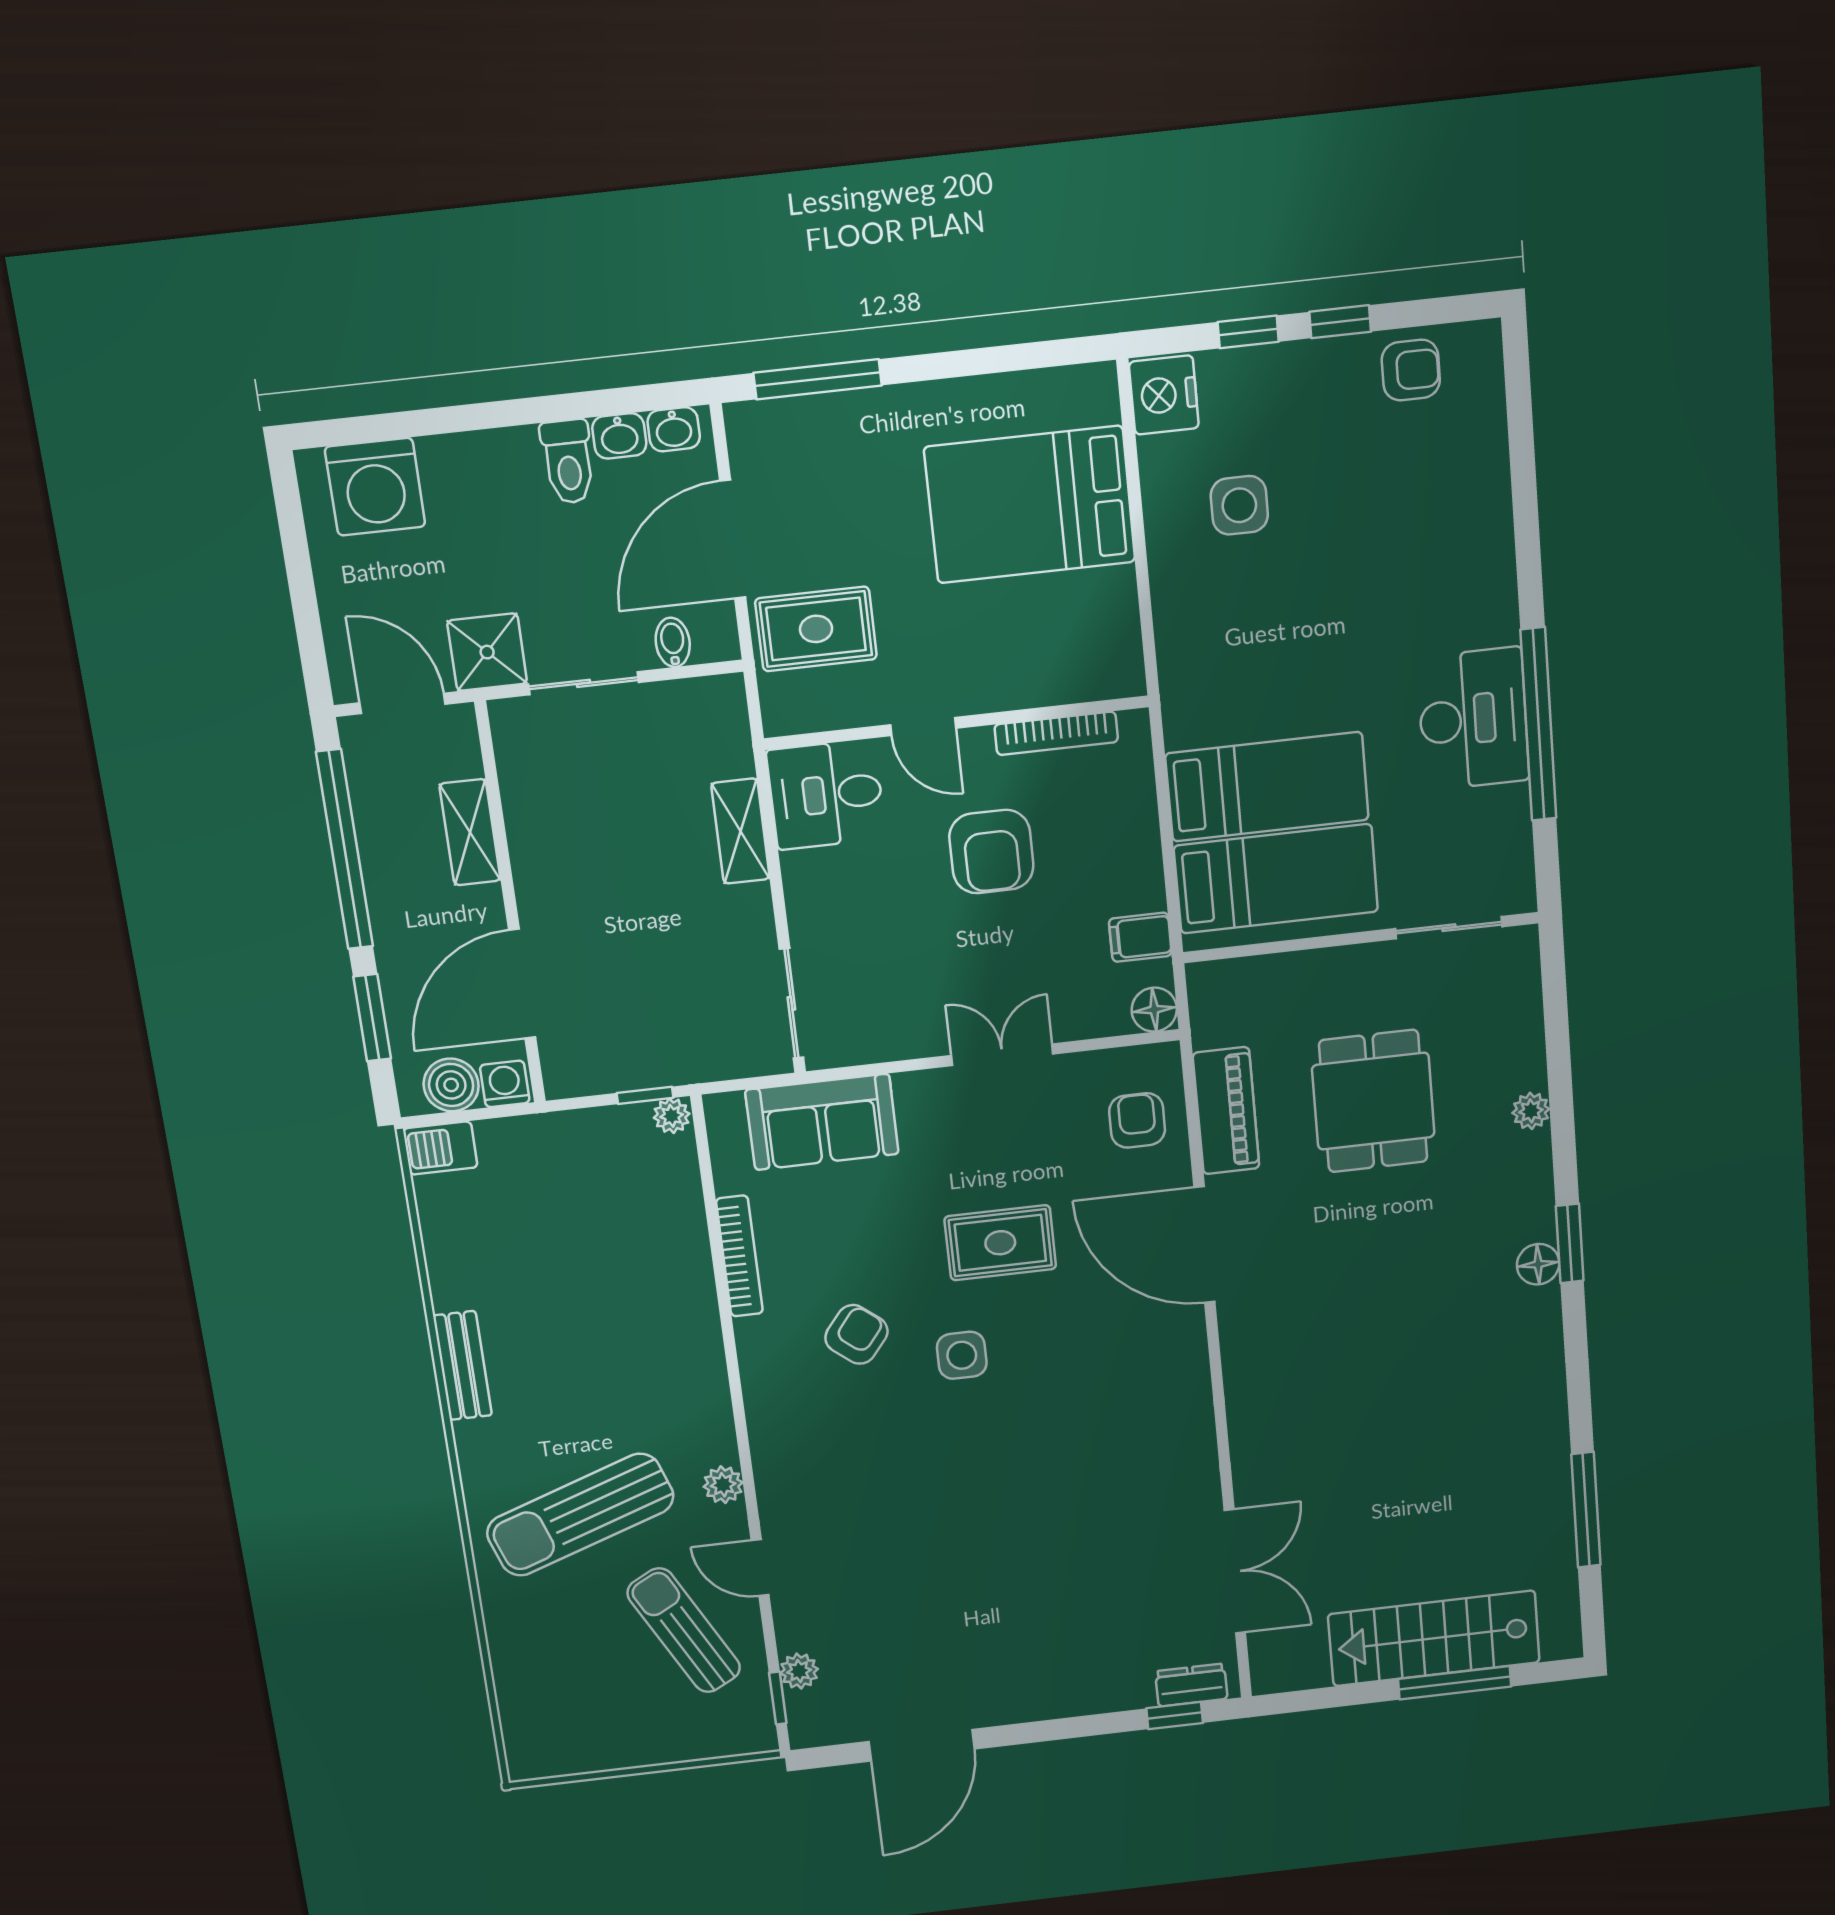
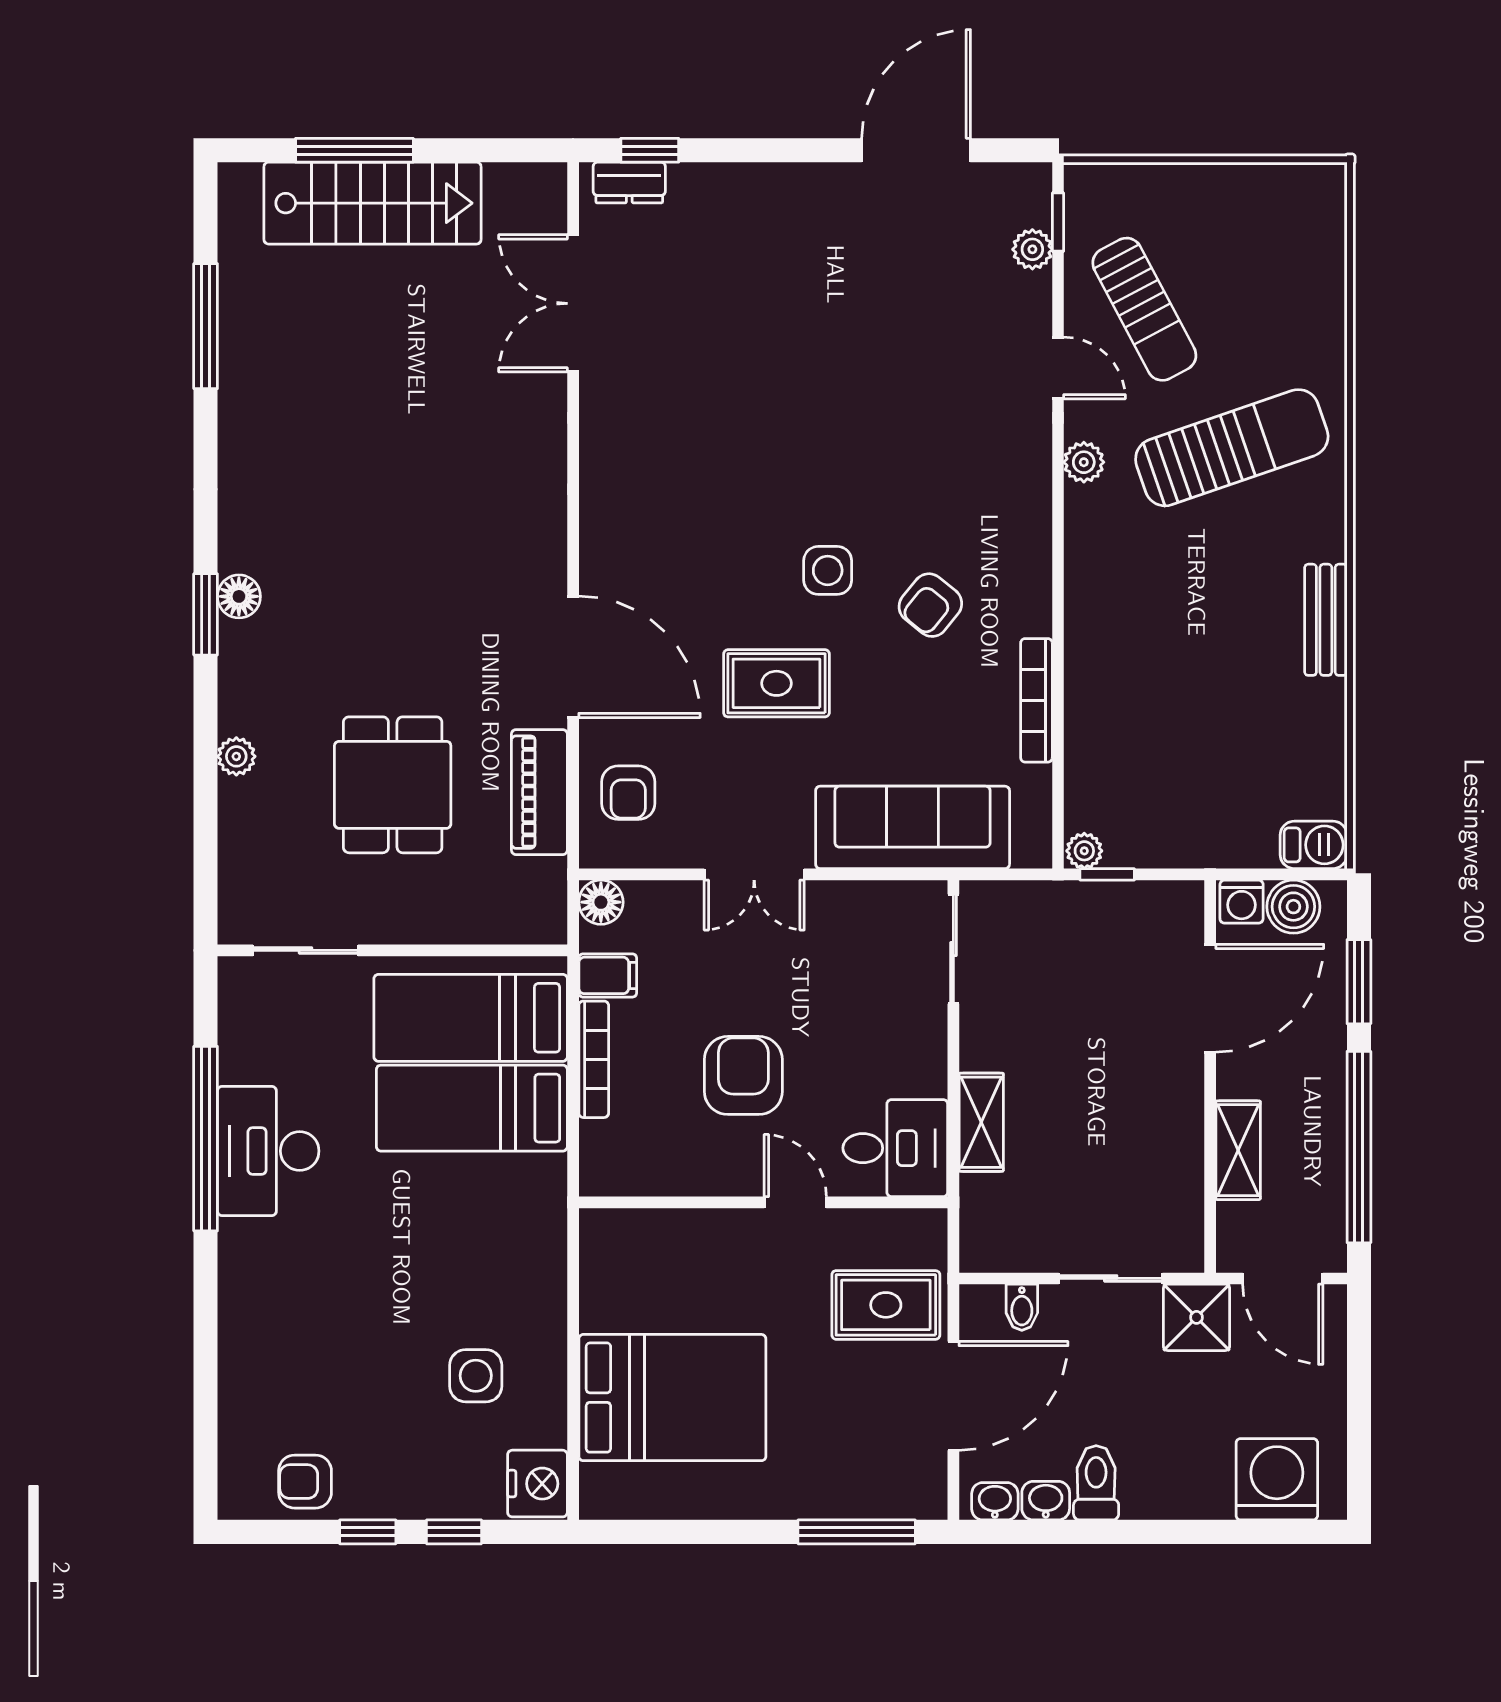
bookcase: (1056, 733) -> (594, 1059), moved, turned 90
sofa: (822, 1122) -> (913, 827), width x1.36

